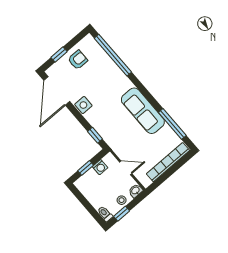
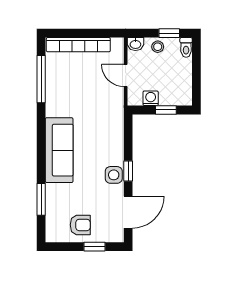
window: (113, 55) -> (41, 199), width x0.47
armchair: (78, 60) -> (80, 225), turned 180
door: (57, 91) -> (128, 212), width x0.73
sofa: (143, 111) -> (59, 150), moved
window: (95, 135) -> (128, 171), moved

